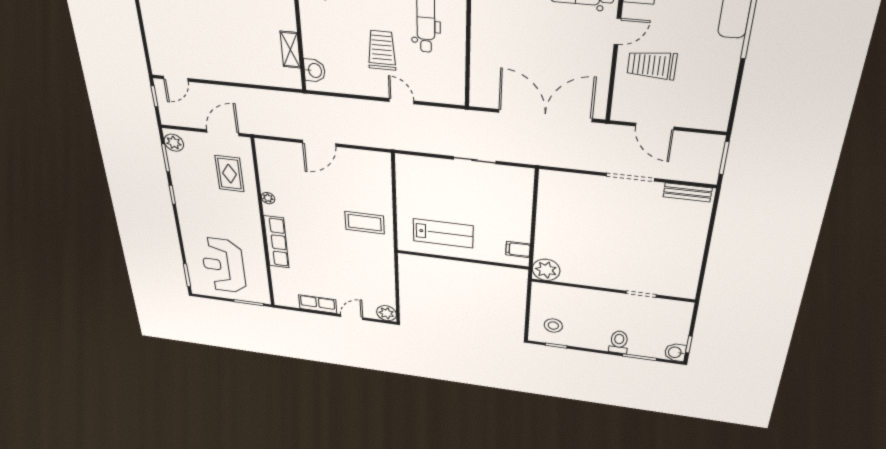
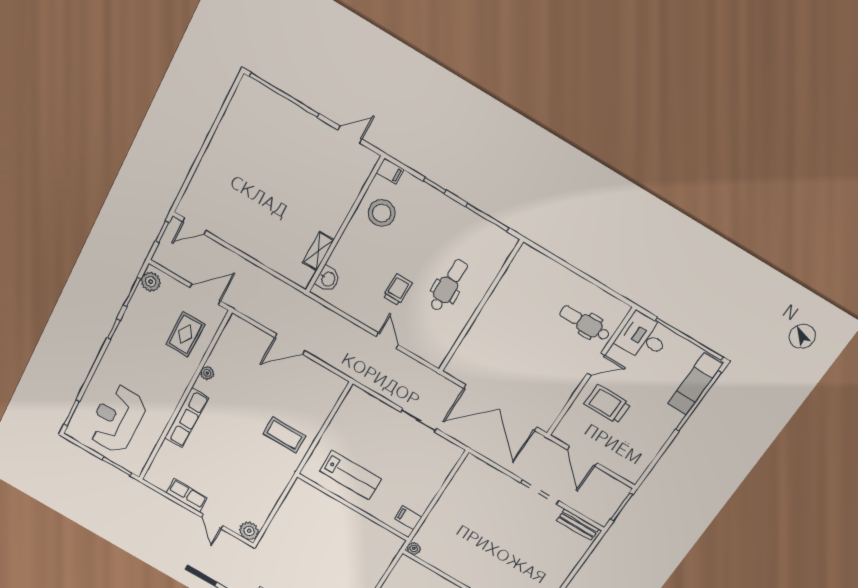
trolley: (382, 50) -> (398, 290), width x0.73, depth x0.72
double door: (545, 116) -> (500, 408), swing flipped
plant: (546, 270) -> (414, 548), width x0.53, depth x0.53
door: (352, 317) -> (212, 522), swing flipped

